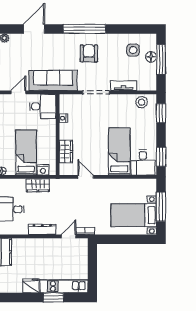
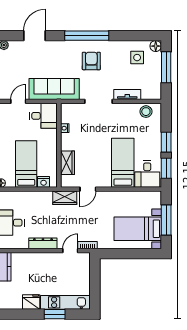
floor lamp: (151, 57) -> (156, 46), moved
window: (161, 113) -> (166, 142), moved
door: (86, 177) -> (88, 189), swing flipped
wardrobe: (38, 185) -> (65, 198), moved

